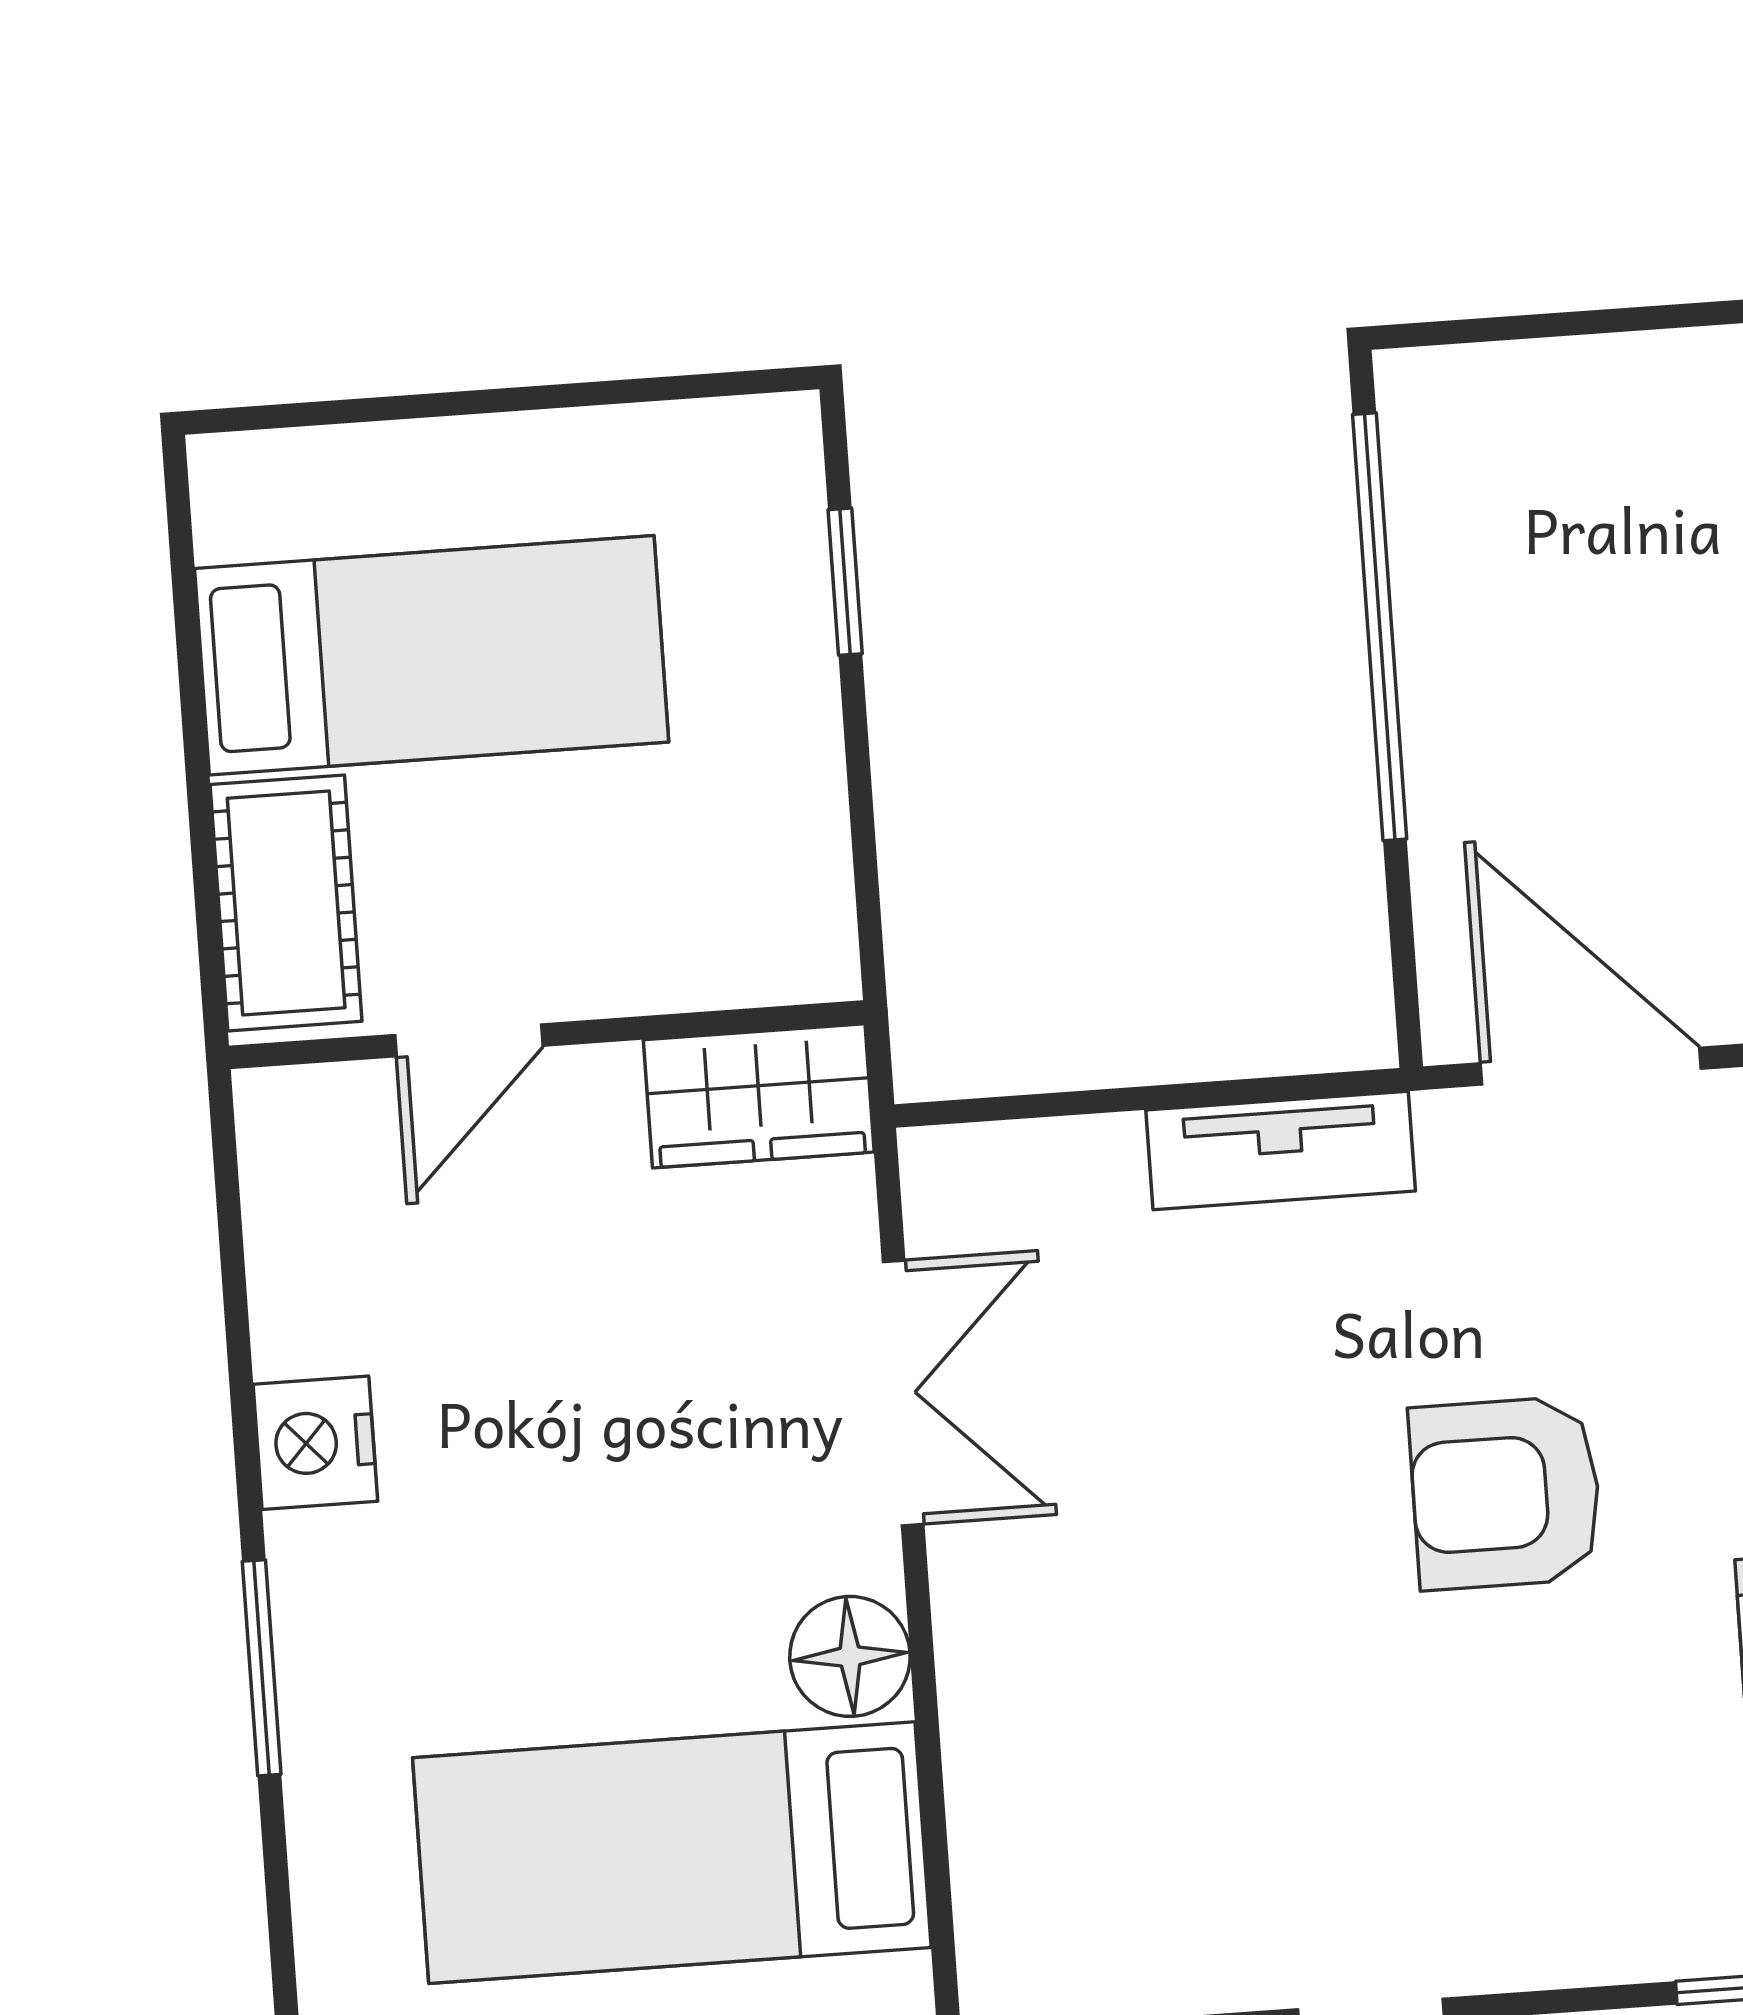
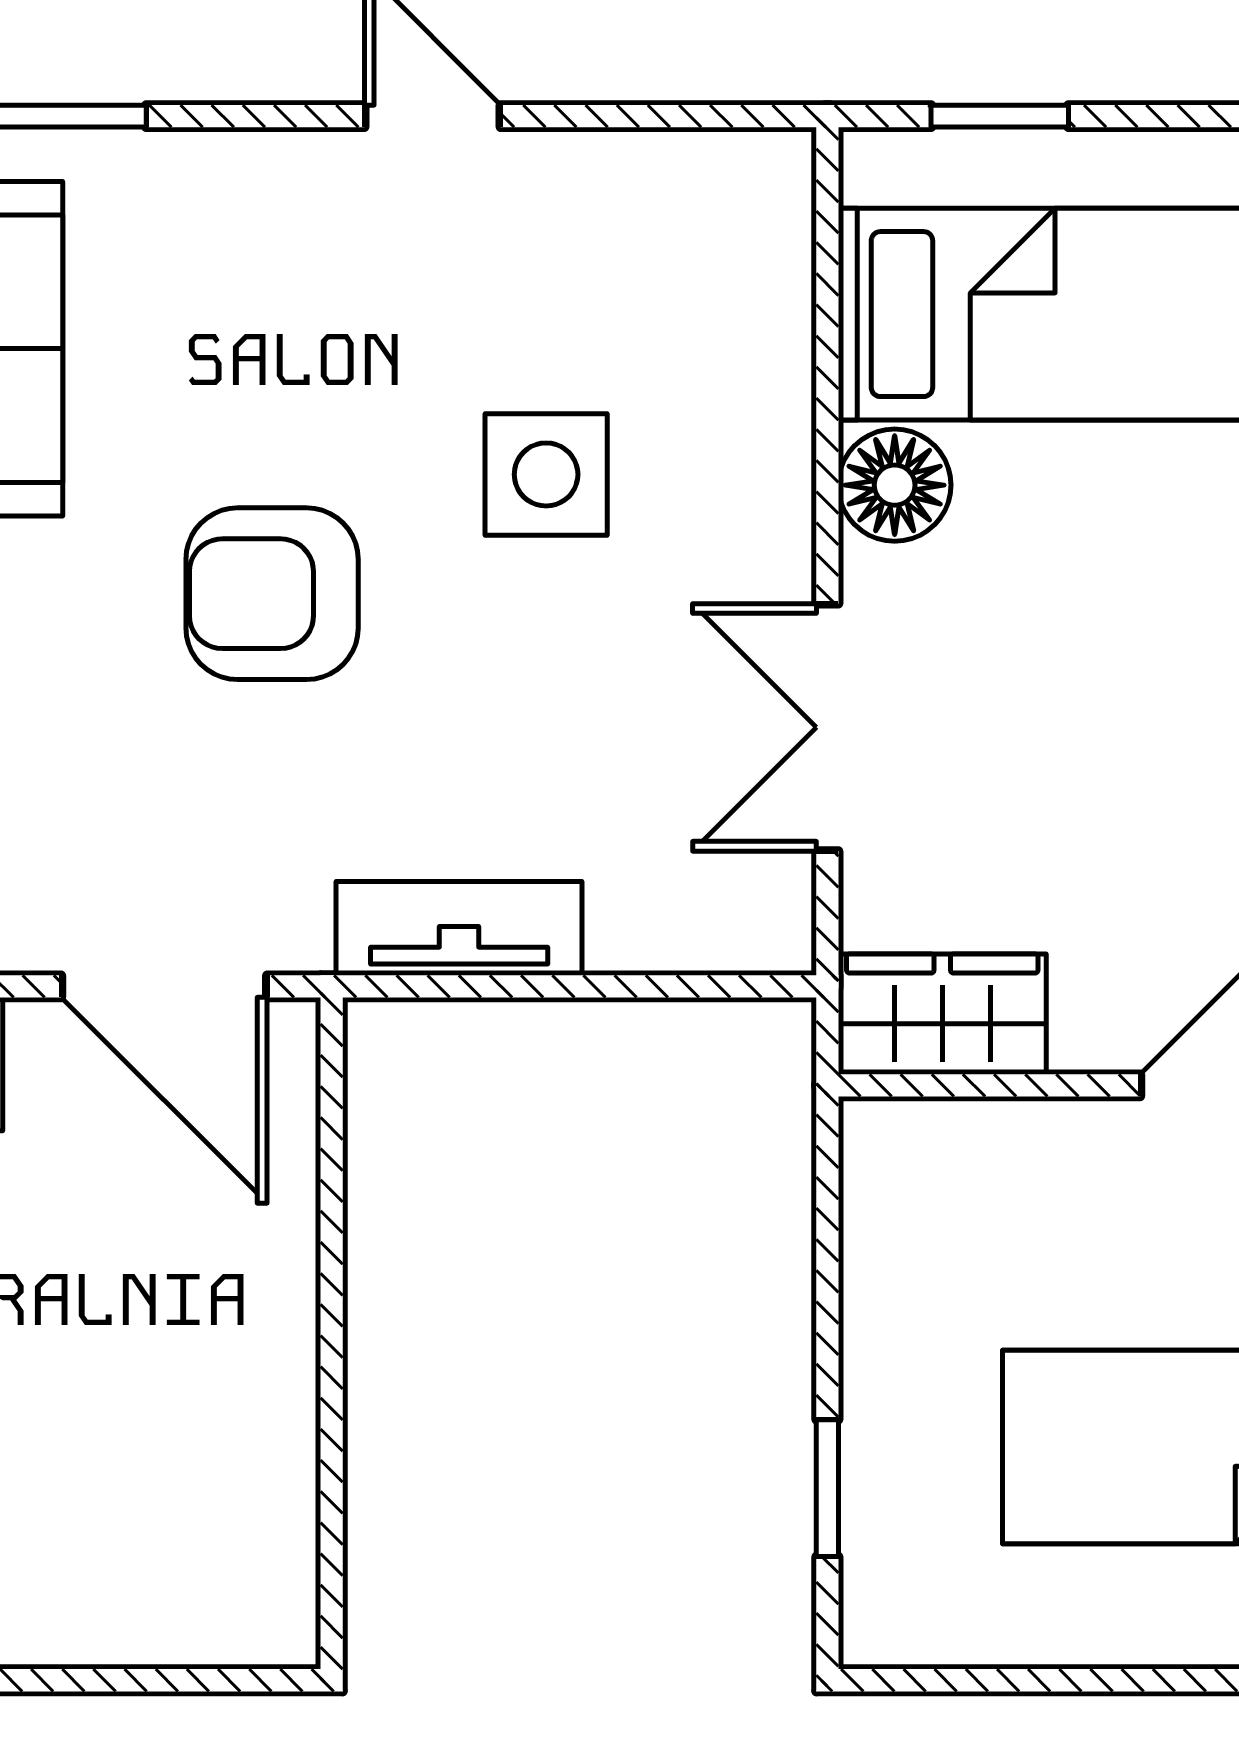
window: (1380, 627) -> (332, 1410), removed
armchair: (1506, 1493) -> (272, 594), turned 180
side table: (1222, 1641) -> (546, 474), added

